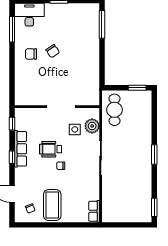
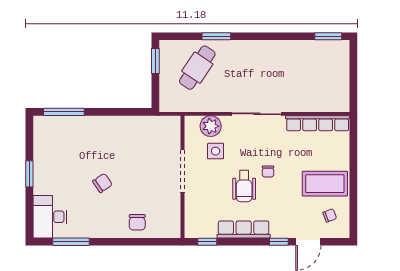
chair: (31, 54) -> (137, 222), moved
cafe table: (114, 110) -> (197, 68), moved, turned -56
window: (154, 154) -> (216, 36), moved
window: (12, 157) -> (279, 242), moved
row of seats: (94, 211) -> (318, 123), width x2.02

